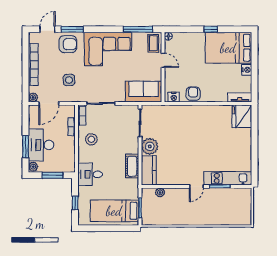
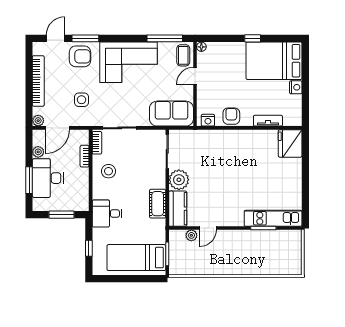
door: (163, 60) -> (195, 76), swing flipped
tv unit: (240, 97) -> (268, 121), moved
plant: (33, 167) -> (38, 152), moved
door: (196, 186) -> (208, 228), moved

